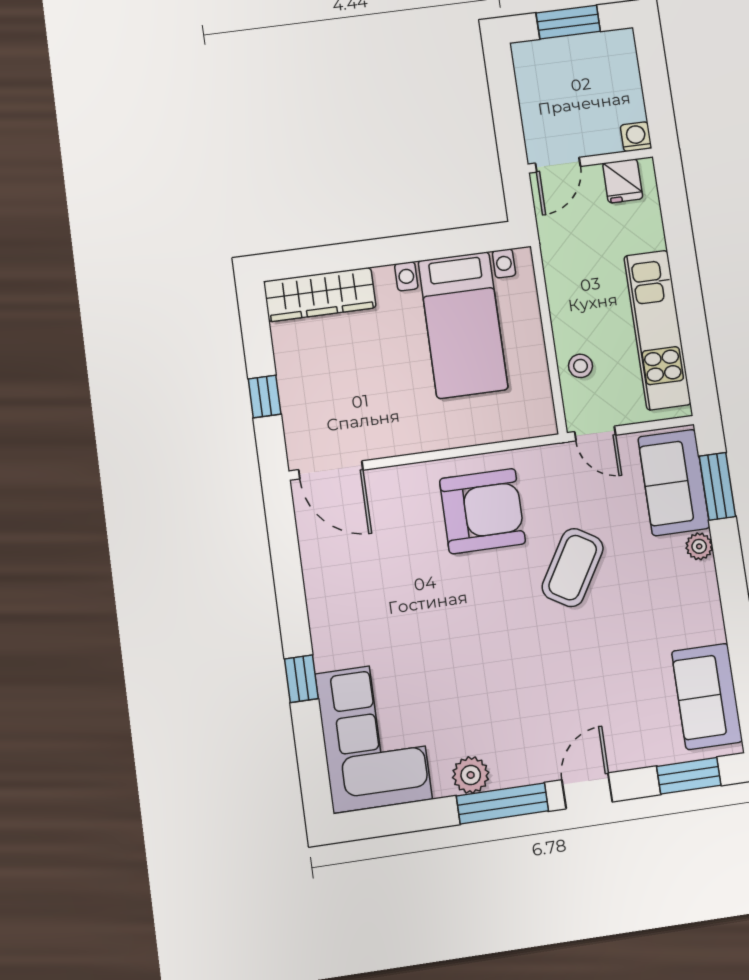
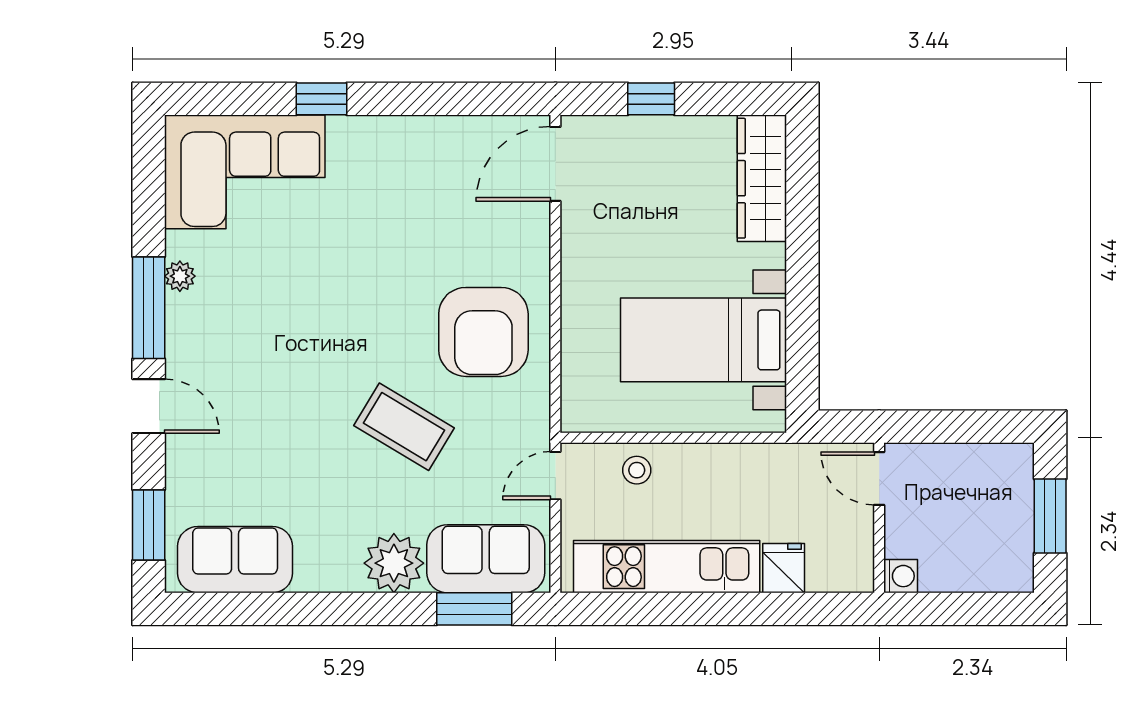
fridge: (623, 181) -> (784, 568), moved, turned 90
plant: (699, 546) -> (394, 563), width x1.88, depth x1.88
plant: (471, 775) -> (180, 276), width x0.73, depth x0.73

